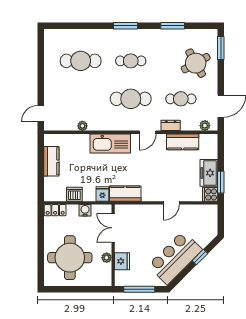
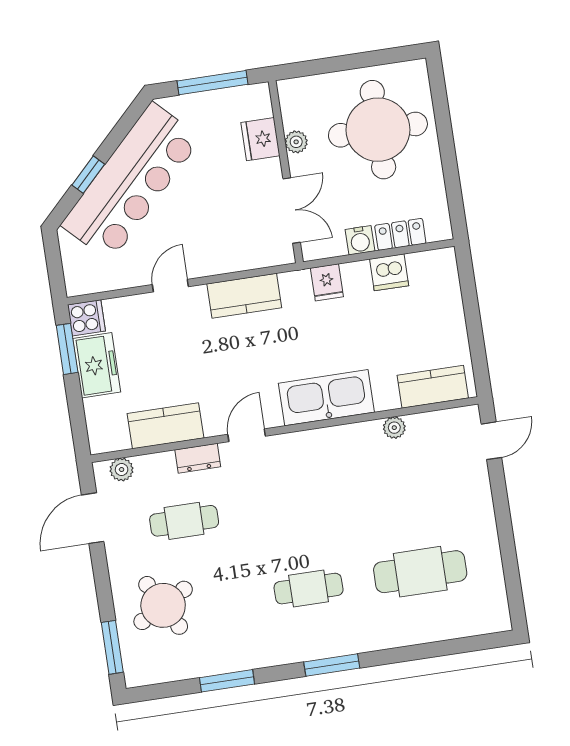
cafe table: (131, 99) -> (296, 504), removed
kitchen counter: (51, 161) -> (433, 387), moved, turned 90
kitchen counter: (125, 194) -> (244, 296), moved
locker: (55, 210) -> (400, 234), moved
bar counter: (175, 258) -> (131, 182), width x1.36

